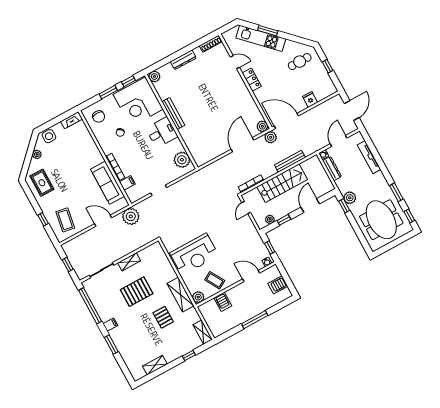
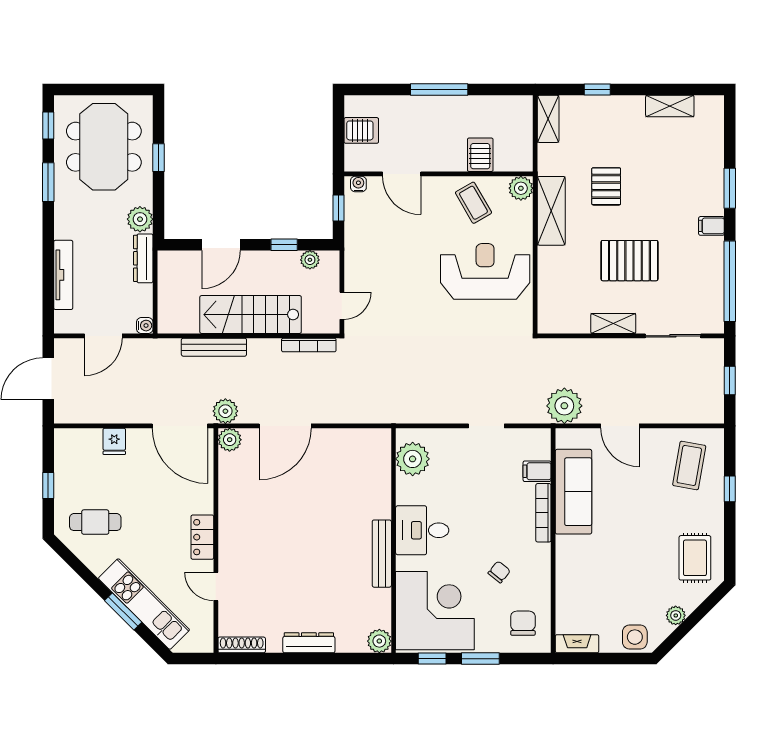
dresser: (332, 169) -> (143, 258), moved
window: (344, 206) -> (158, 158), moved

